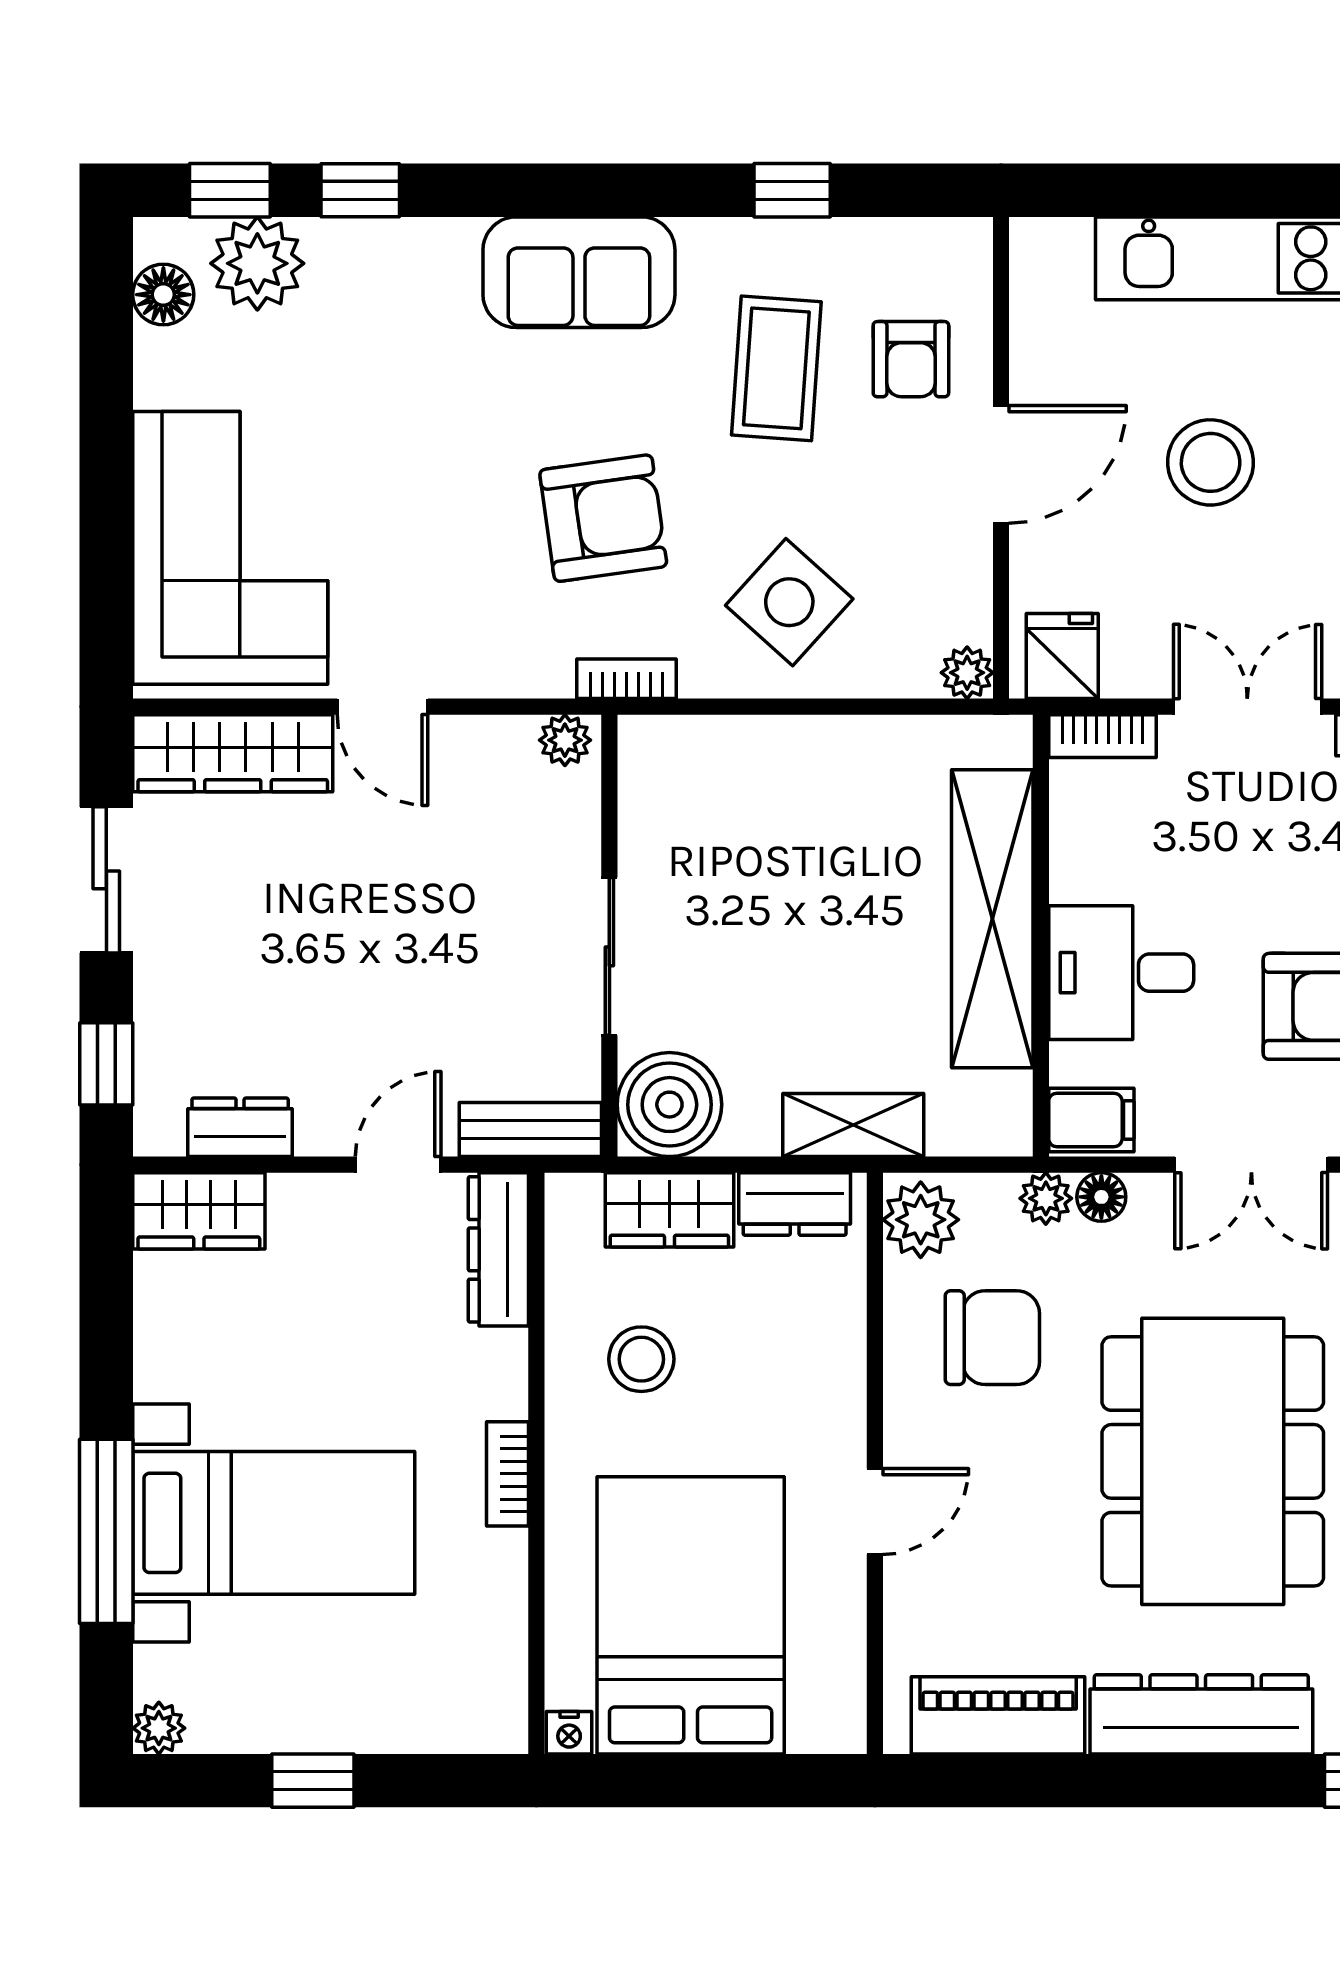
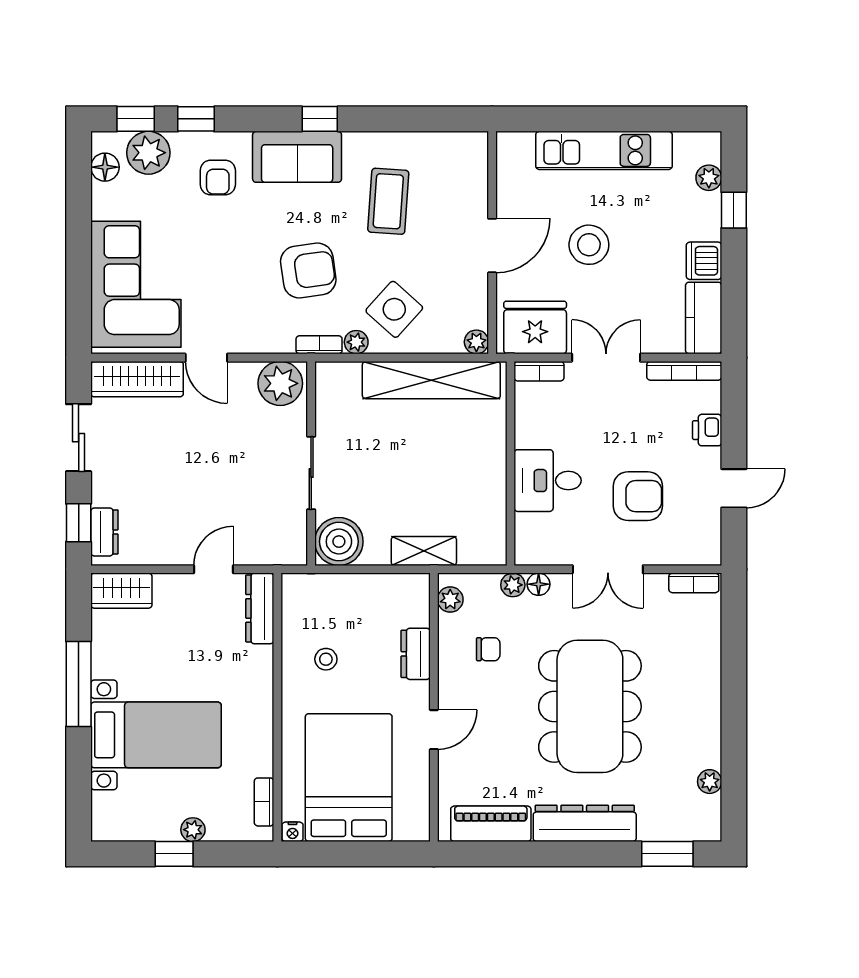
window: (792, 190) -> (320, 119), moved
armchair: (911, 359) -> (218, 177), moved
fridge: (1062, 656) -> (535, 328), width x1.88, depth x1.34
plant: (707, 673) -> (356, 342), added
plant: (565, 740) -> (280, 383), width x1.88, depth x1.88
shelving: (992, 919) -> (431, 380), moved, turned 90
filing cabinet: (1091, 1120) -> (534, 549), removed
dresser: (240, 1127) -> (104, 532), moved, turned 90
bench: (530, 1130) -> (275, 553), removed
dresser: (795, 1204) -> (416, 654), moved, turned 90
wardrobe: (669, 1210) -> (339, 590), removed
plant: (921, 1220) -> (450, 599), width x0.73, depth x0.73
chair: (992, 1338) -> (488, 649), width x0.54, depth x0.54
stool: (641, 1359) -> (326, 659), width x0.73, depth x0.73
bookcase: (508, 1474) -> (264, 802), moved
window: (106, 1531) -> (79, 684), moved
plant: (159, 1728) -> (193, 830), moved

